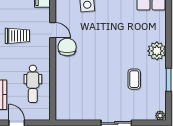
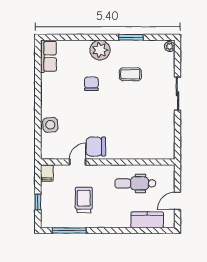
chair: (125, 43) -> (91, 84), added
dental chair: (33, 84) -> (135, 183), turned 180

